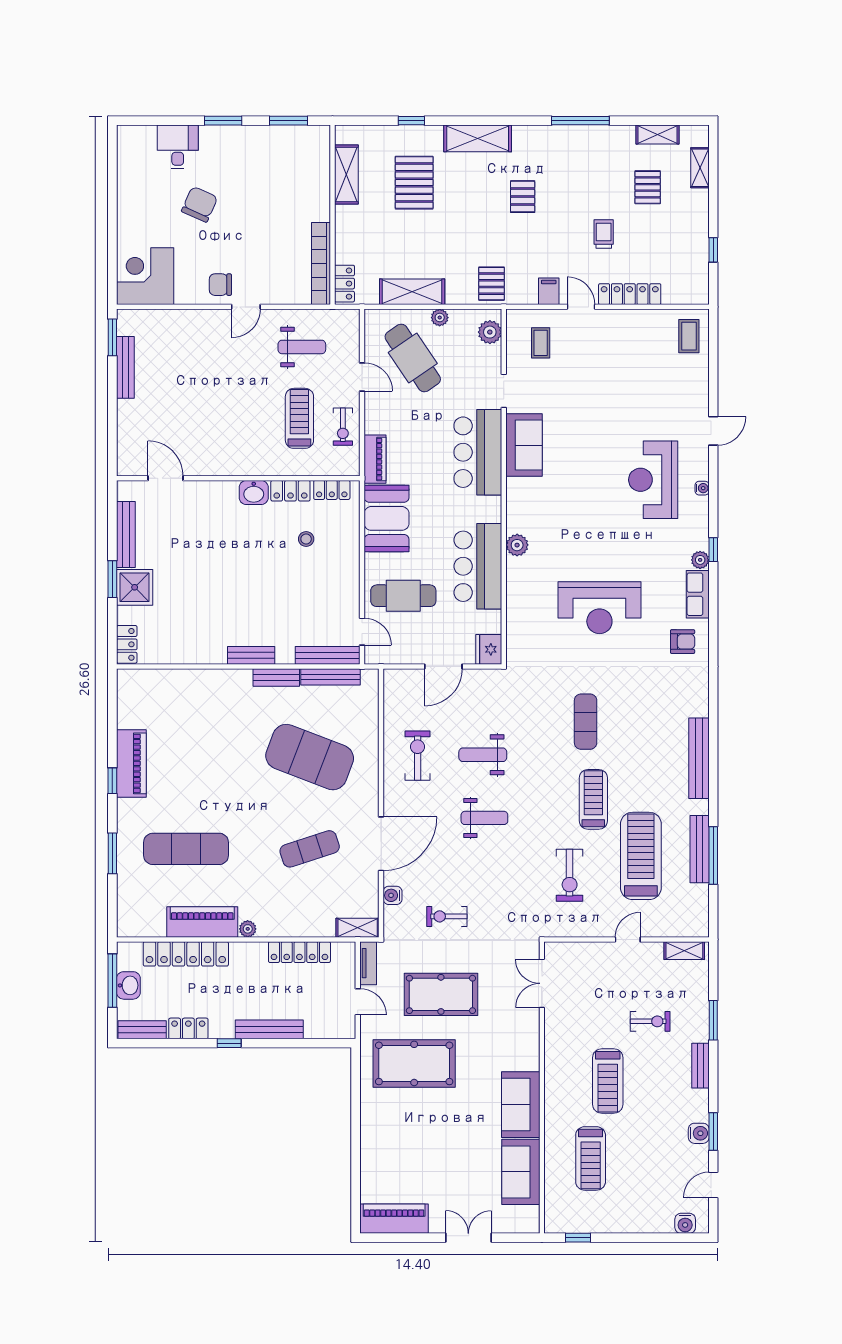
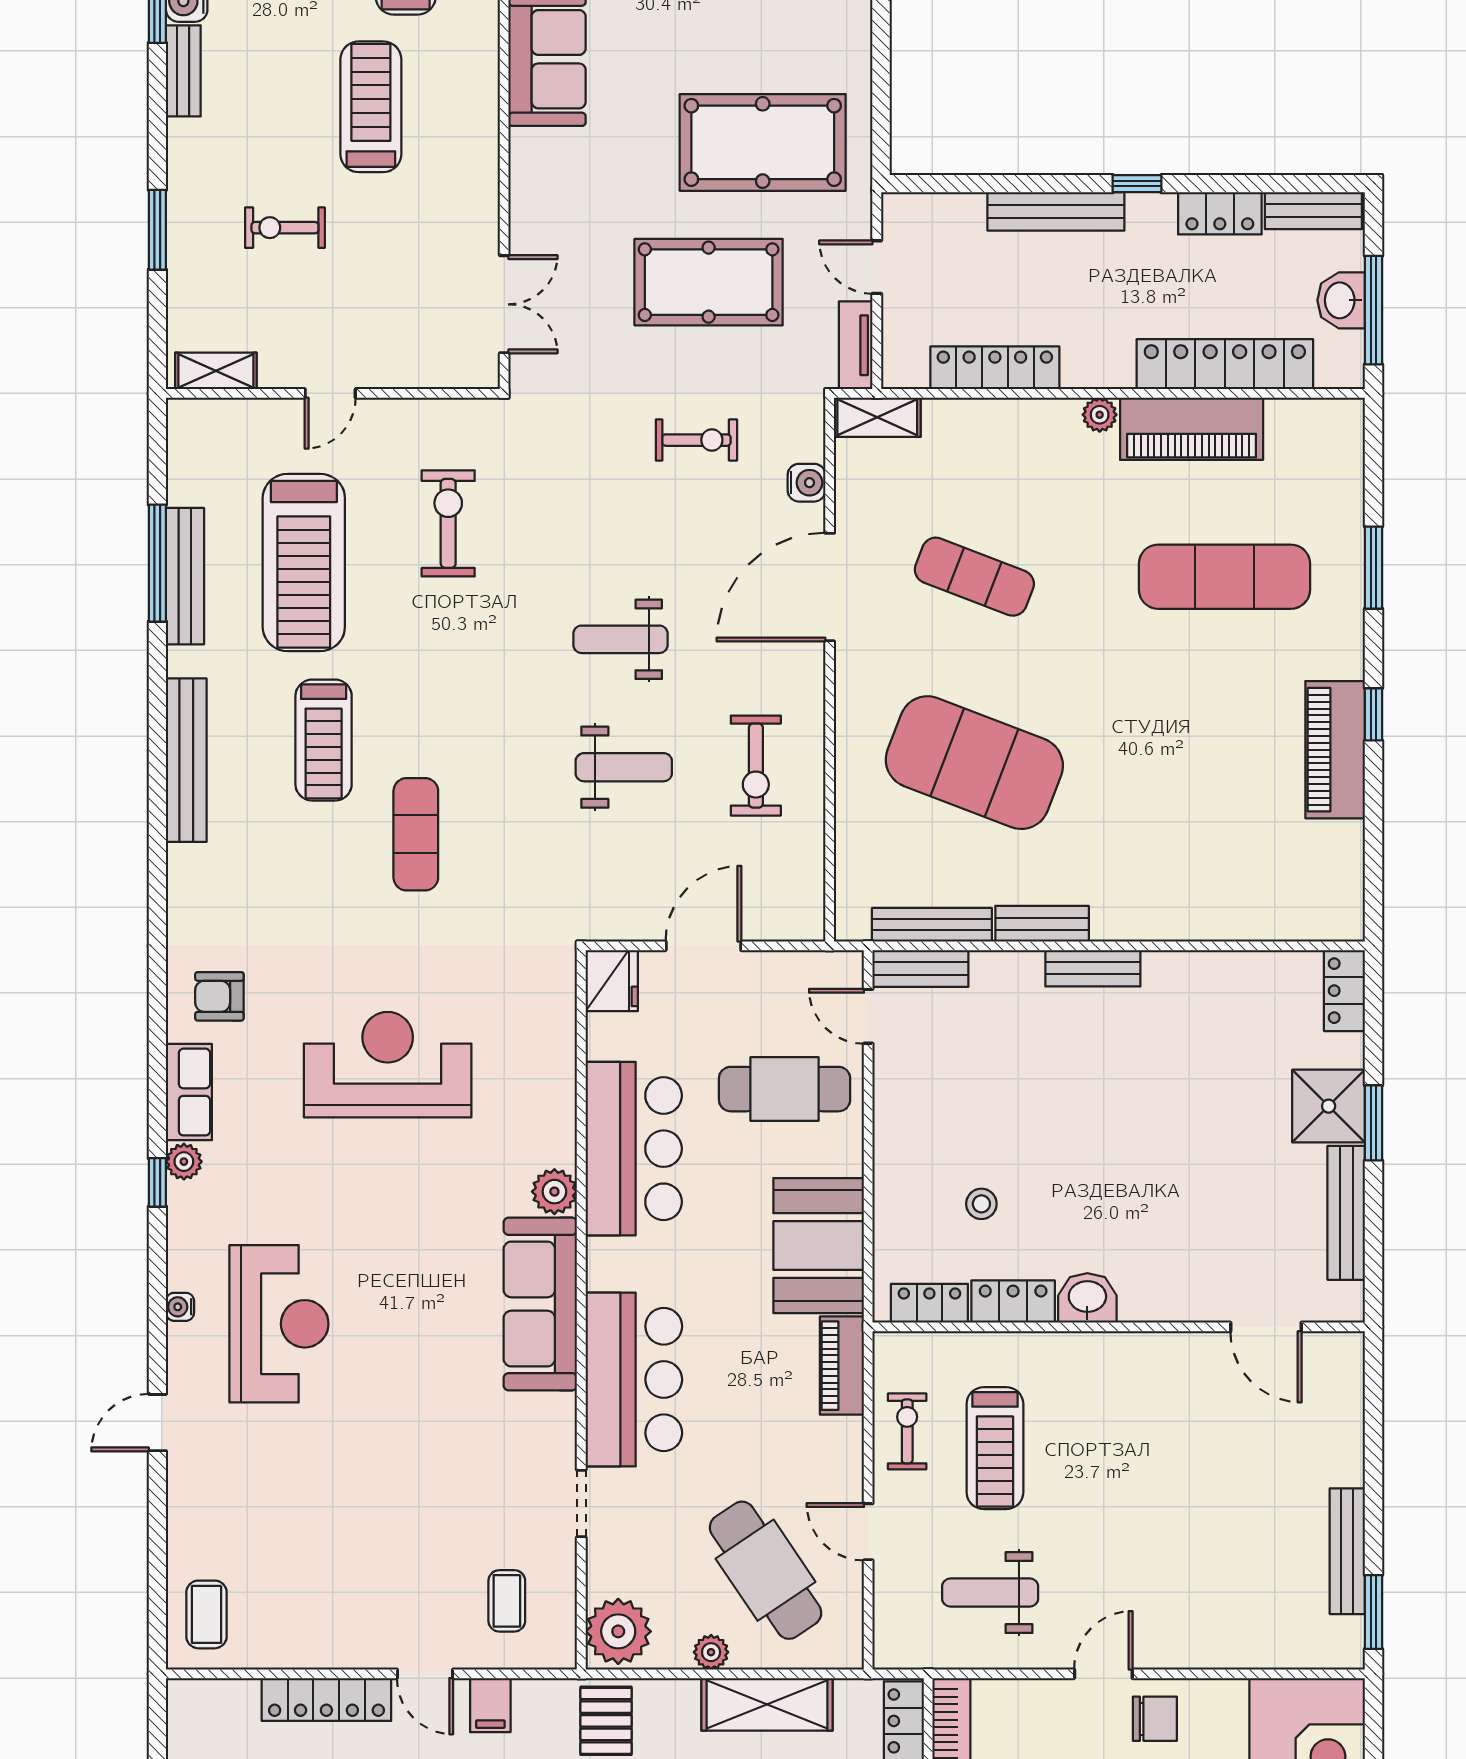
plant: (490, 332) -> (618, 1631), width x1.36, depth x1.36
sofa: (524, 445) -> (540, 1304), moved, width x1.36
bench: (328, 655) -> (920, 968), width x0.73
treadmill: (593, 799) -> (324, 740), moved
exercise mat: (310, 849) -> (974, 577), turned 39
bench: (700, 1066) -> (183, 71), moved

